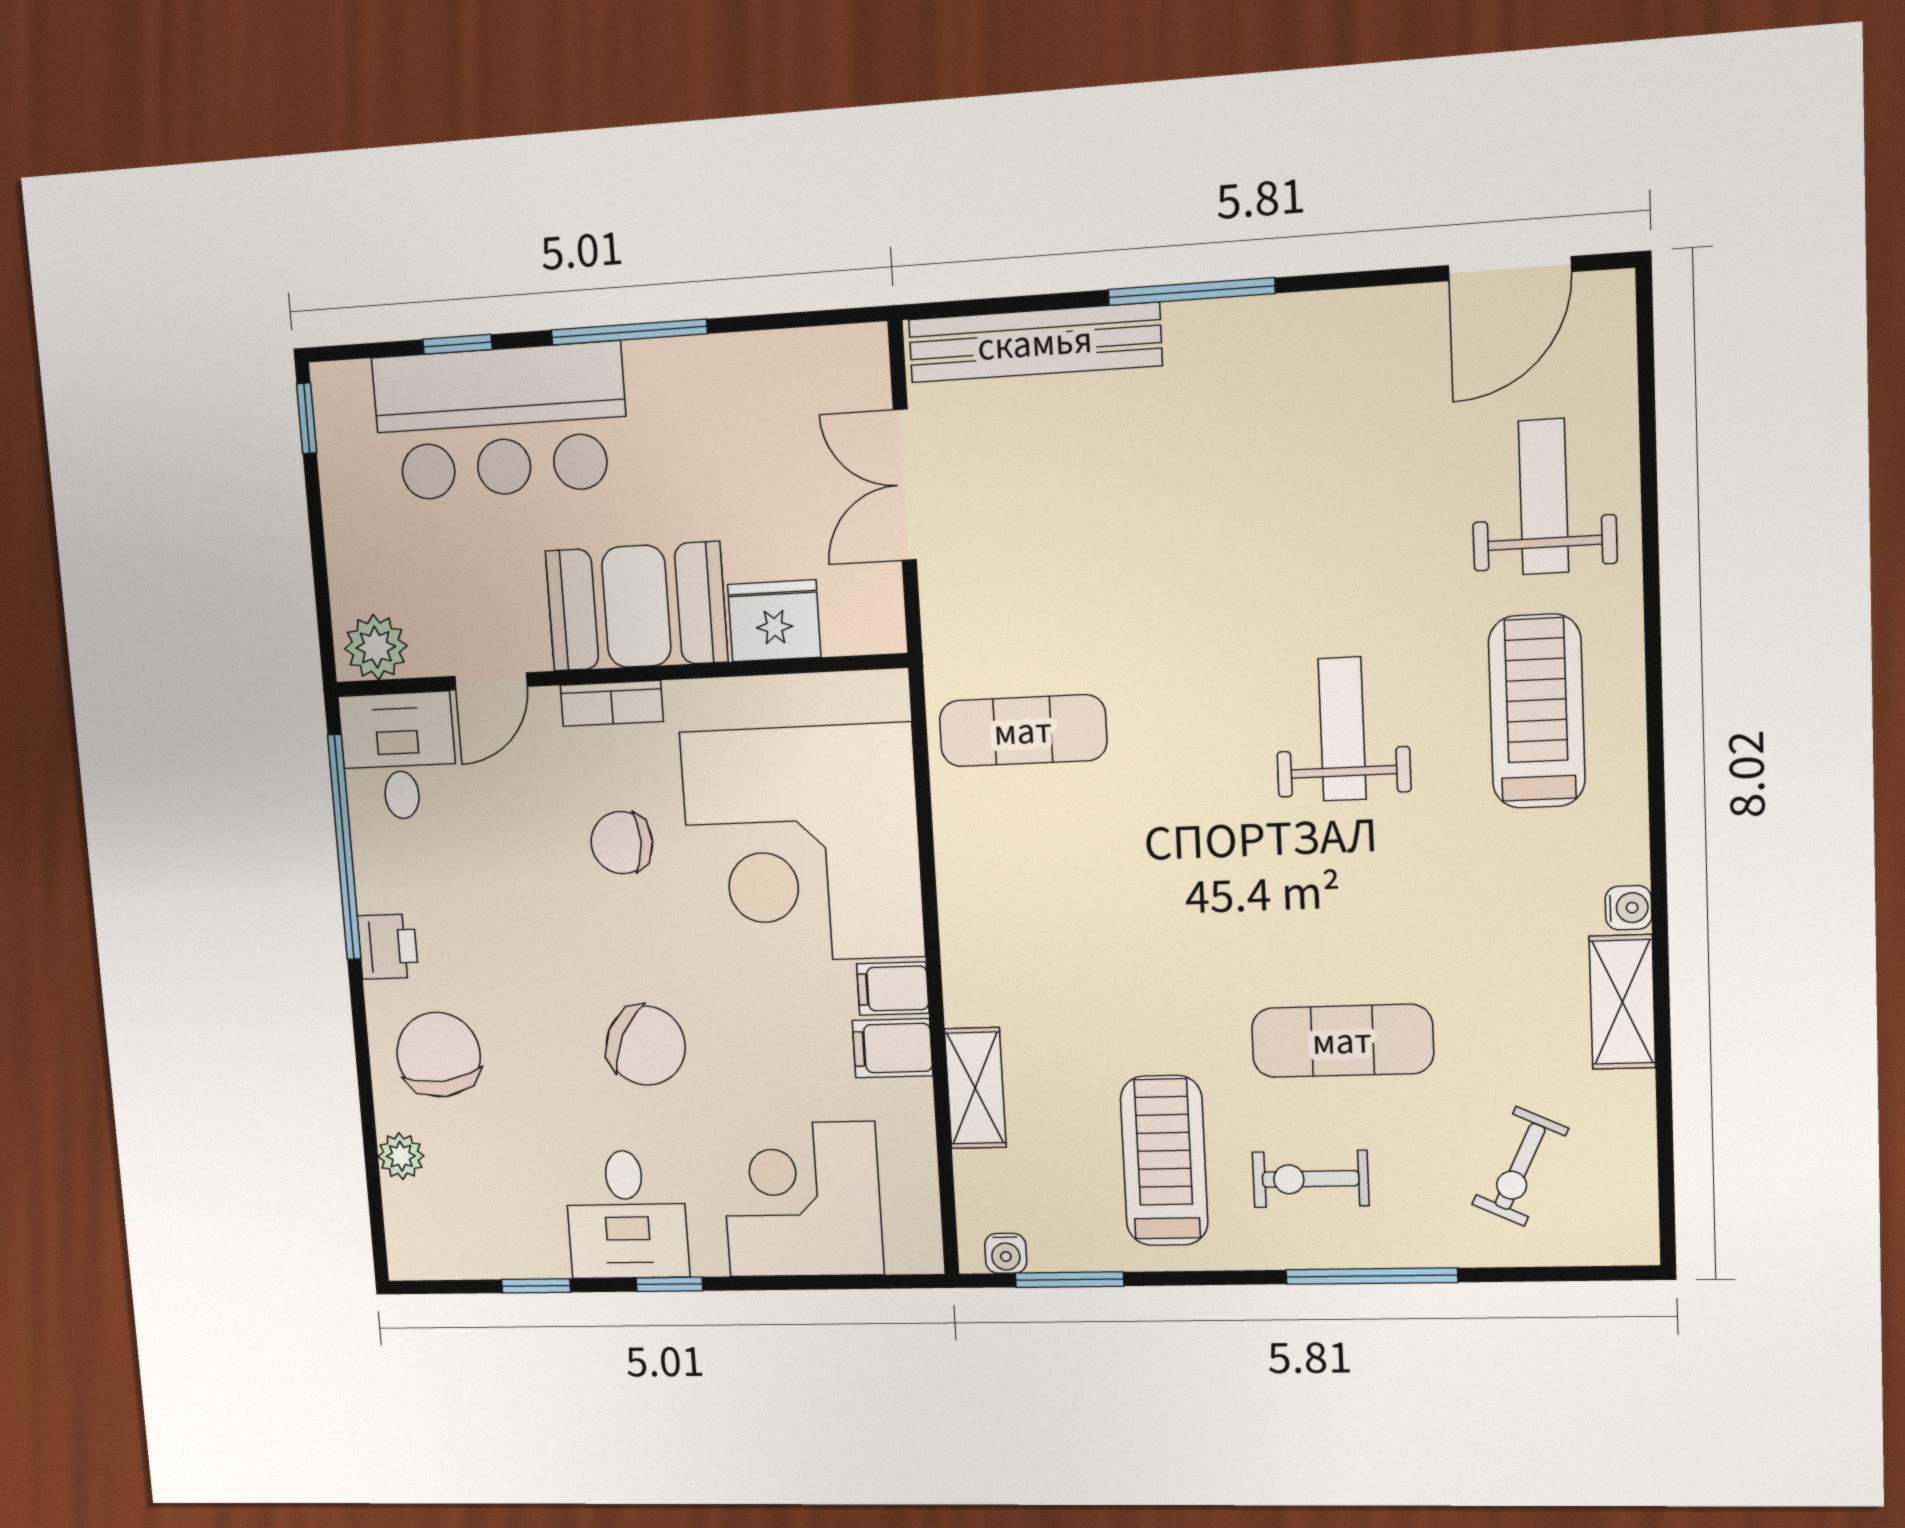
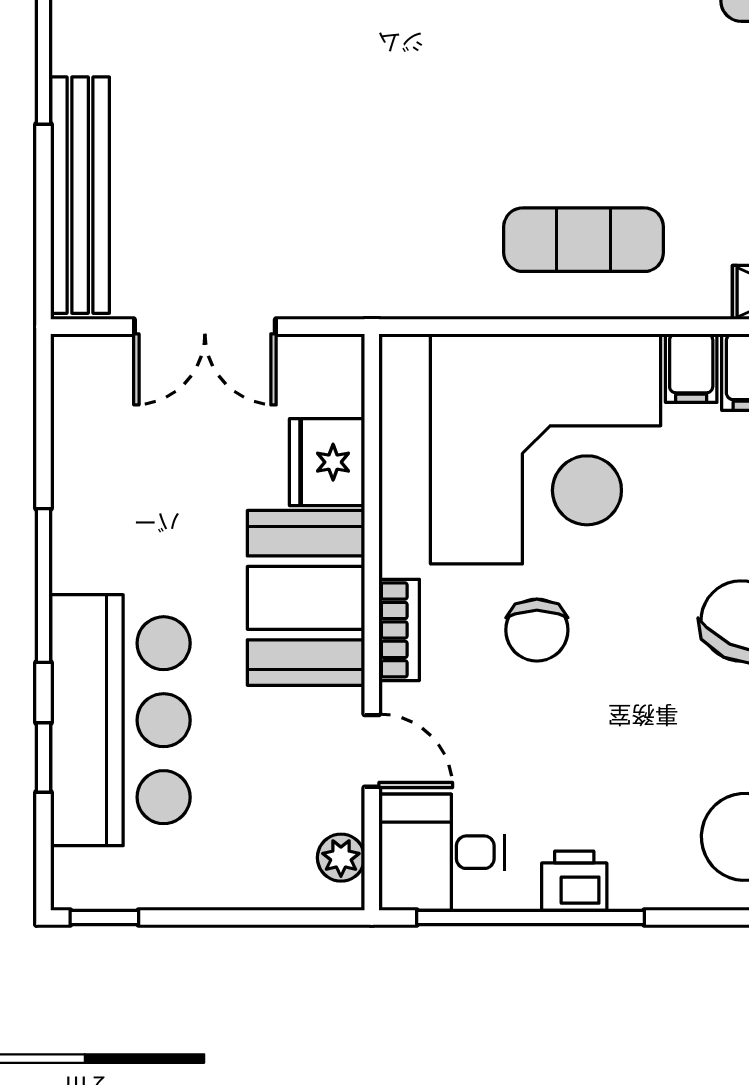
plant: (376, 647) -> (341, 858), width x0.73, depth x0.73
exercise mat: (1023, 731) -> (584, 240), moved, turned 90
printer: (388, 947) -> (574, 881), moved

